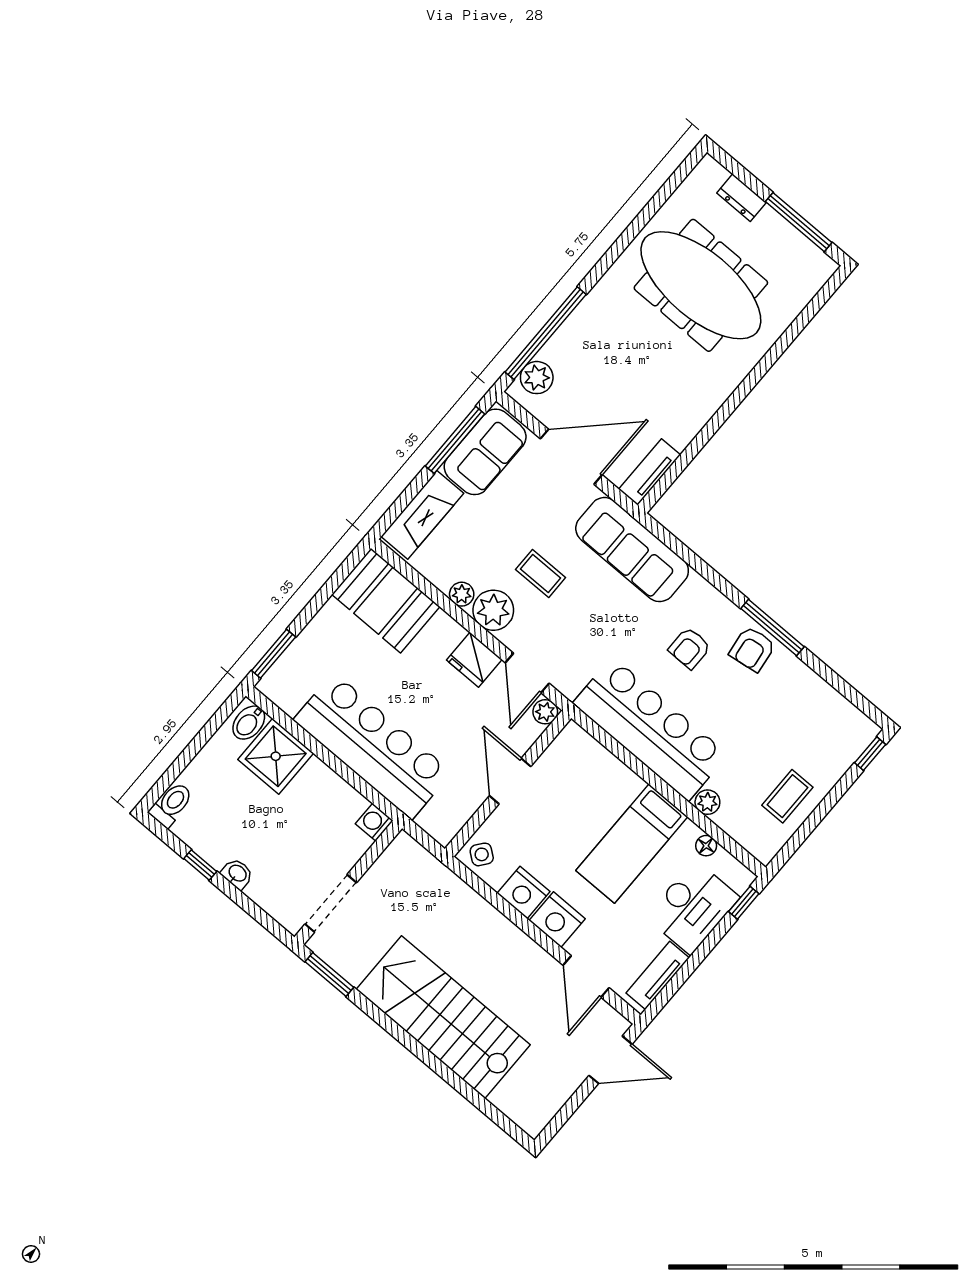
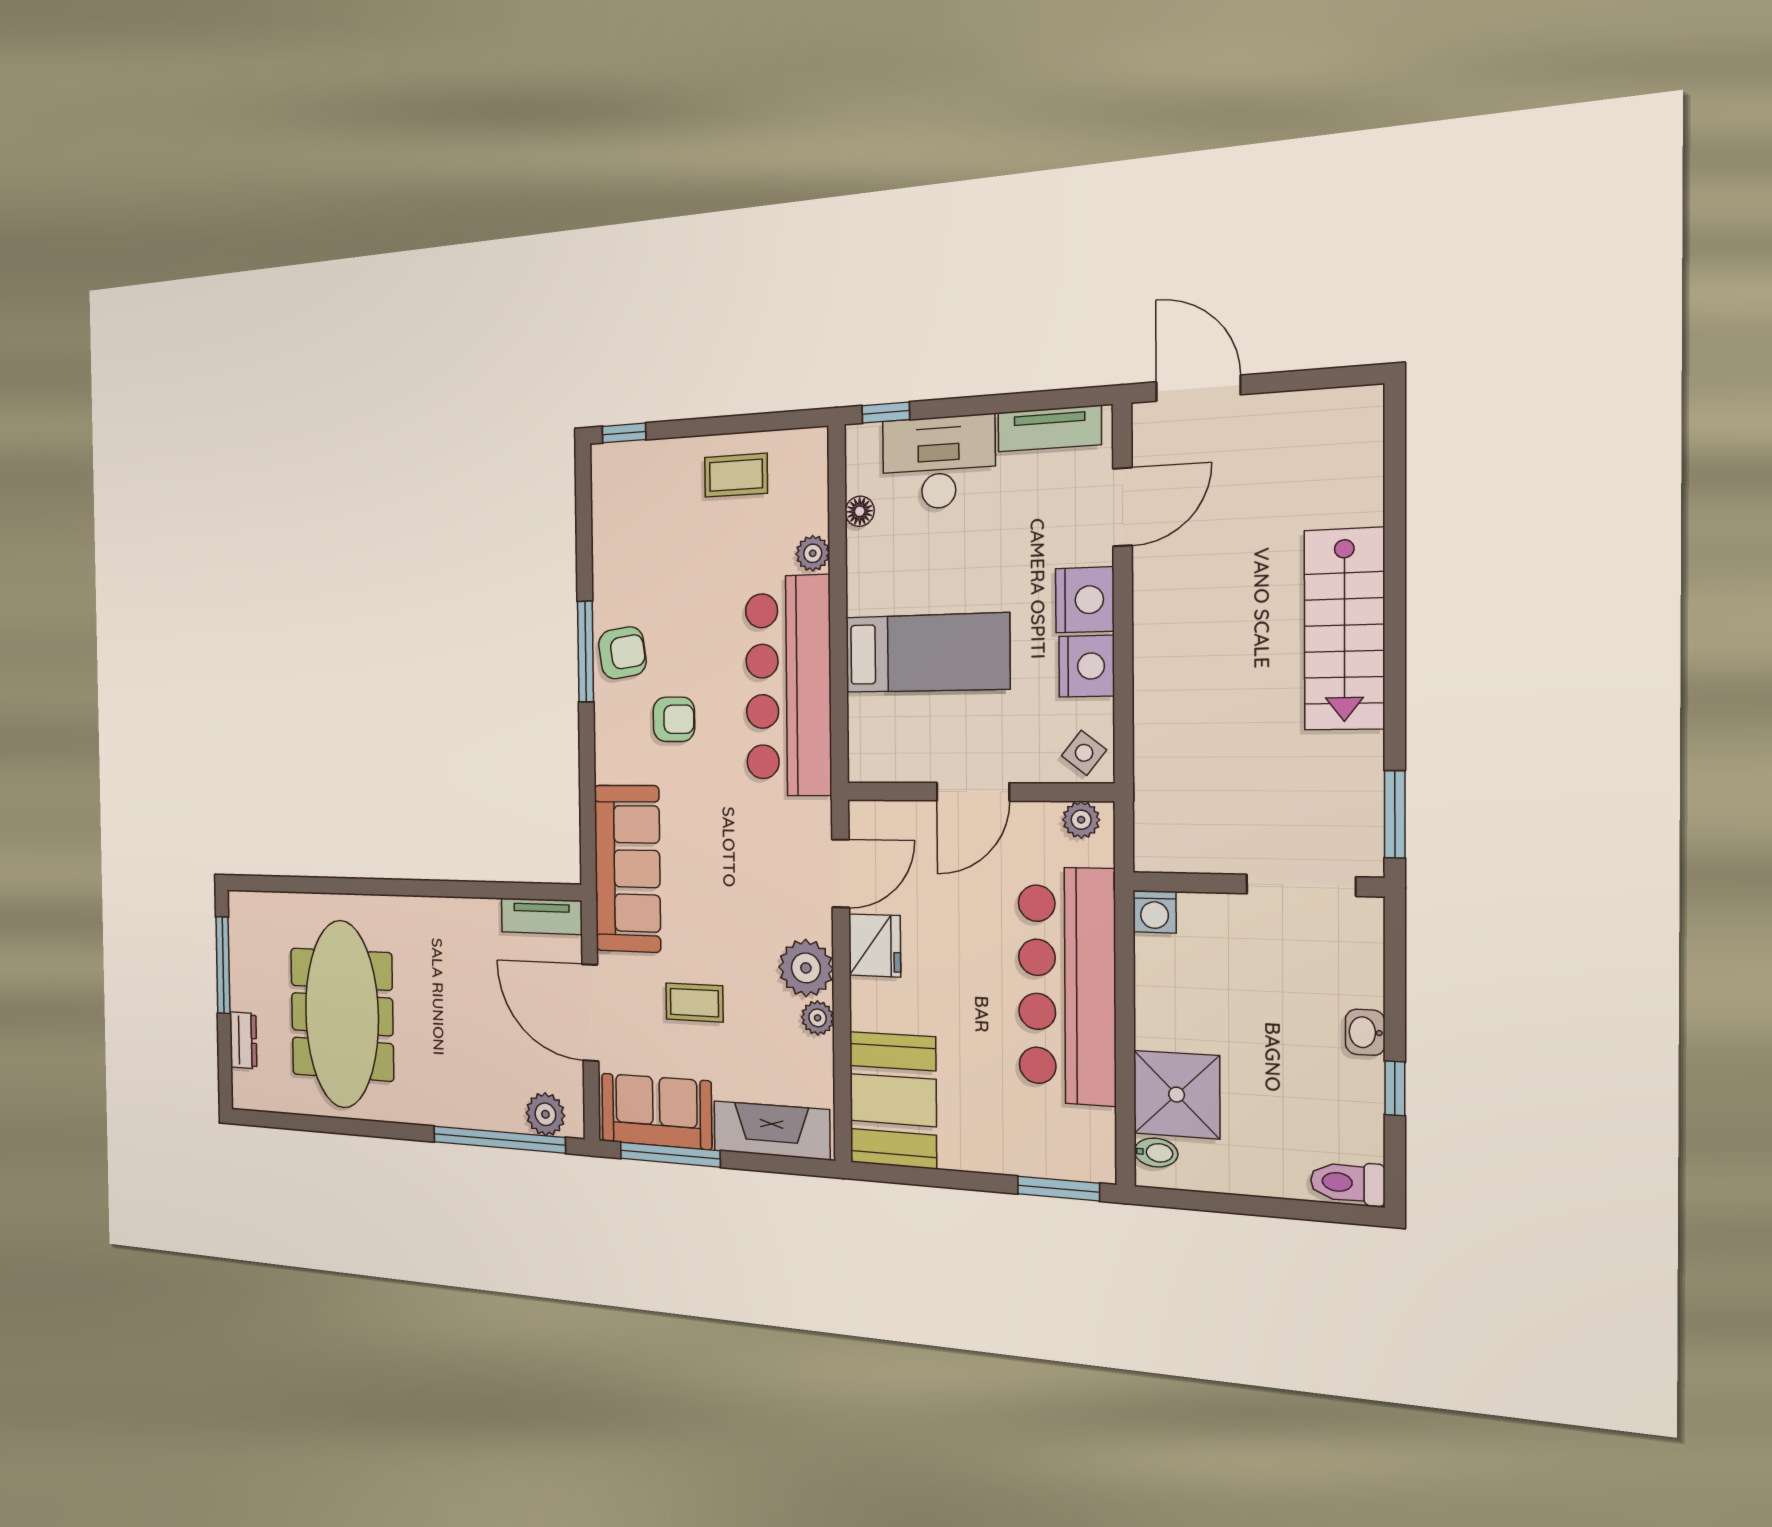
coffee table: (541, 573) -> (694, 1003), moved, turned 90
plant: (545, 712) -> (1081, 820), moved
bidet: (249, 723) -> (1156, 1153), width x0.72, depth x0.74
bed: (632, 844) -> (927, 653), moved
stairs: (443, 1017) -> (1344, 629), width x0.73, depth x0.66

